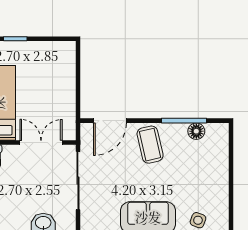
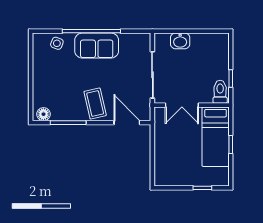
door: (110, 121) -> (127, 123), hinge flipped
floor lamp: (196, 131) -> (43, 114), moved

